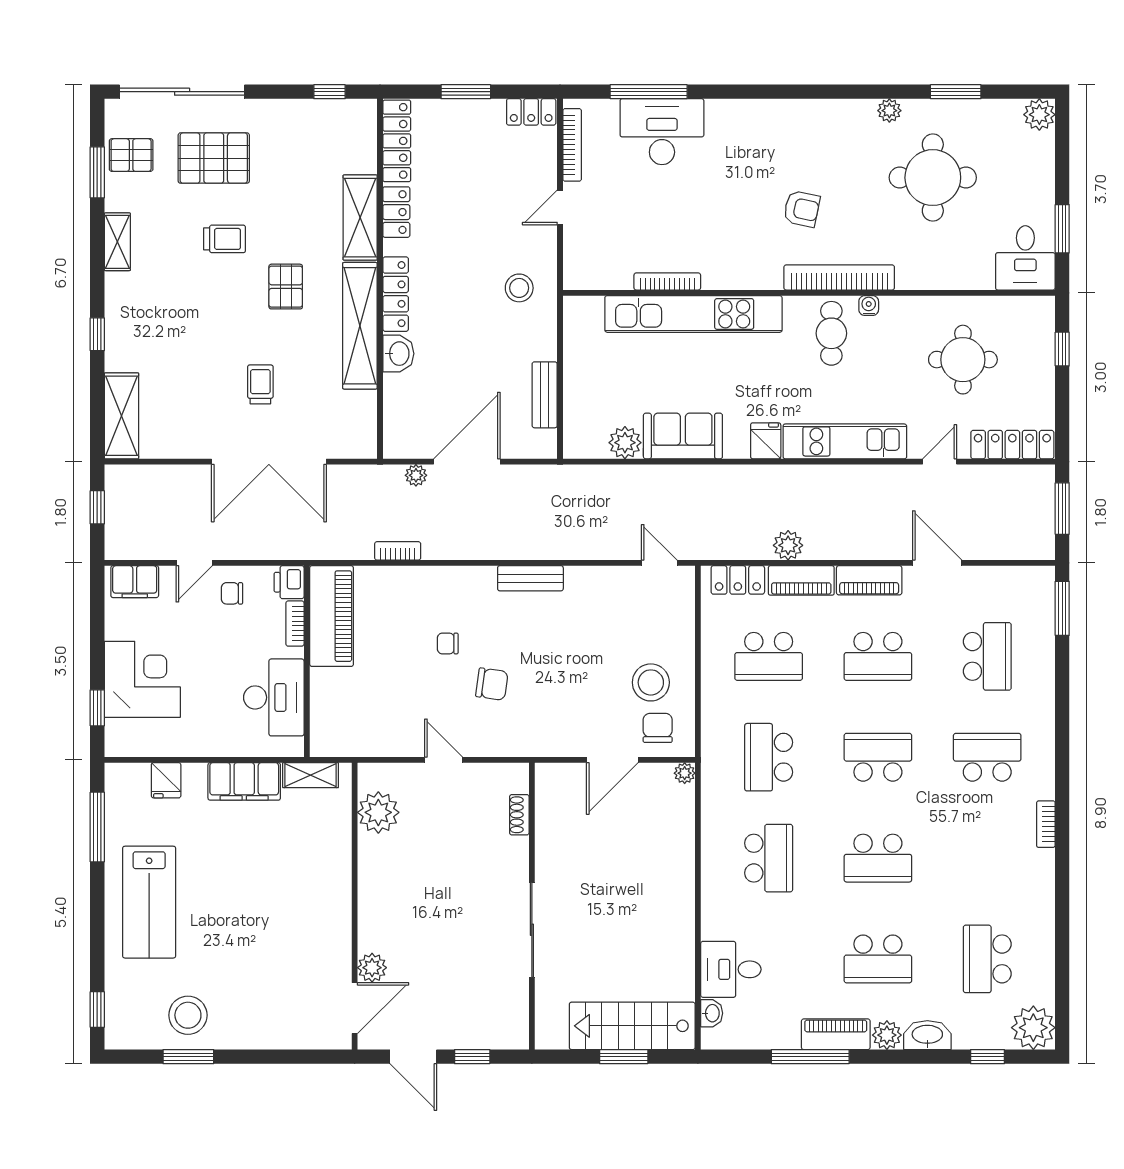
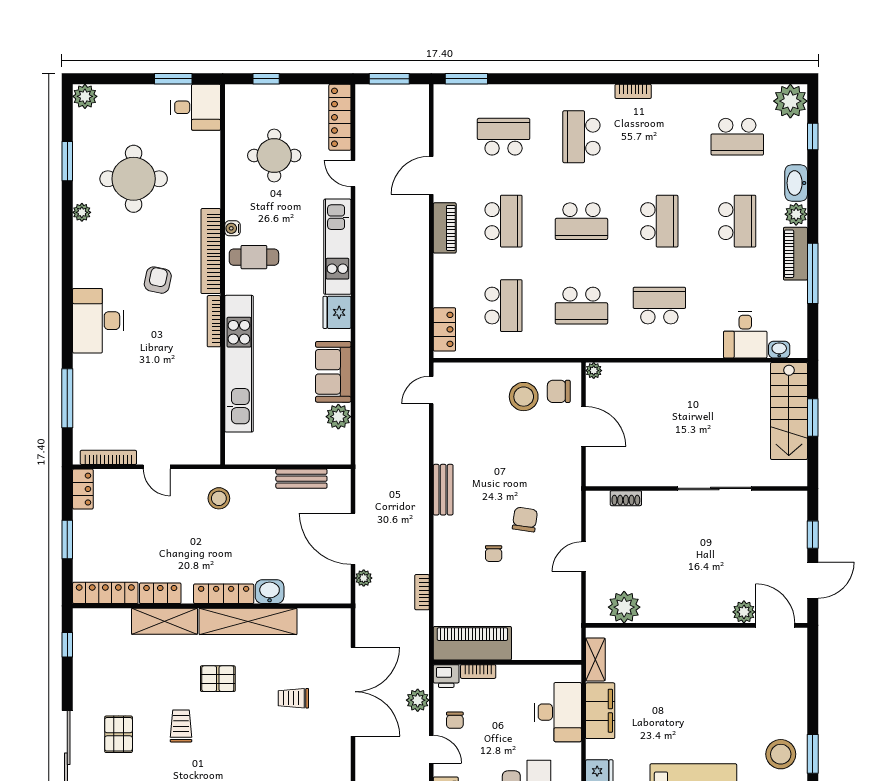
desk: (662, 132) -> (98, 321), moved
pallet: (214, 158) -> (119, 734), width x0.67, depth x0.71
bookcase: (667, 281) -> (214, 321), moved
fridge: (766, 441) -> (337, 312), width x1.38
plant: (788, 545) -> (418, 700), moved
piano: (801, 580) -> (445, 280), removed
desk: (274, 697) -> (558, 712), moved, turned 90
school desk: (878, 757) -> (581, 221), turned -90

